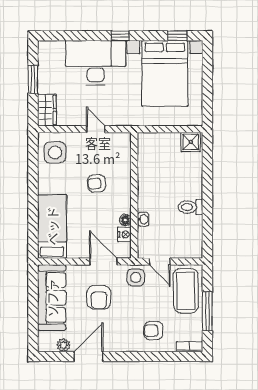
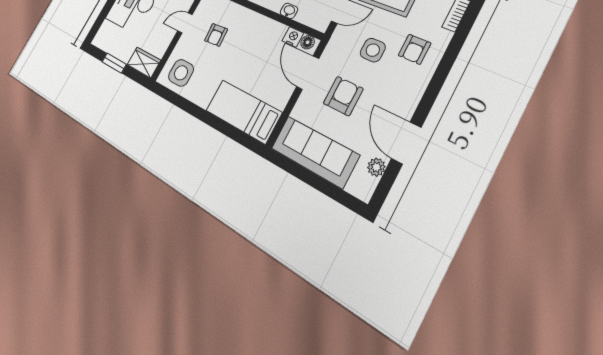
armchair: (97, 183) -> (216, 35), moved
floor lamp: (125, 220) -> (308, 42), moved
door: (103, 262) -> (308, 73), hinge flipped
side table: (136, 277) -> (373, 50), moved
armchair: (99, 297) -> (343, 96), turned -90

